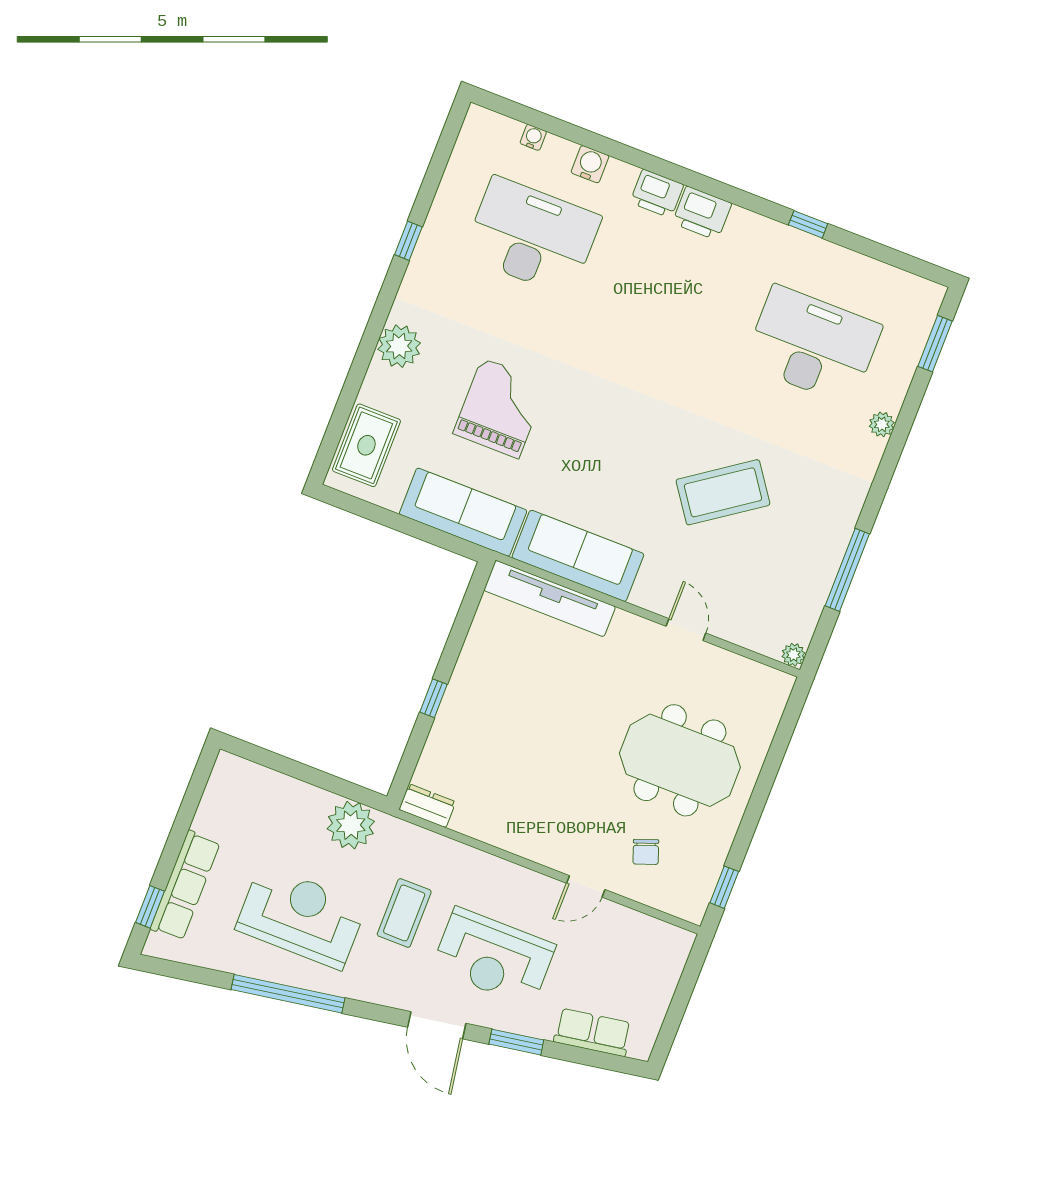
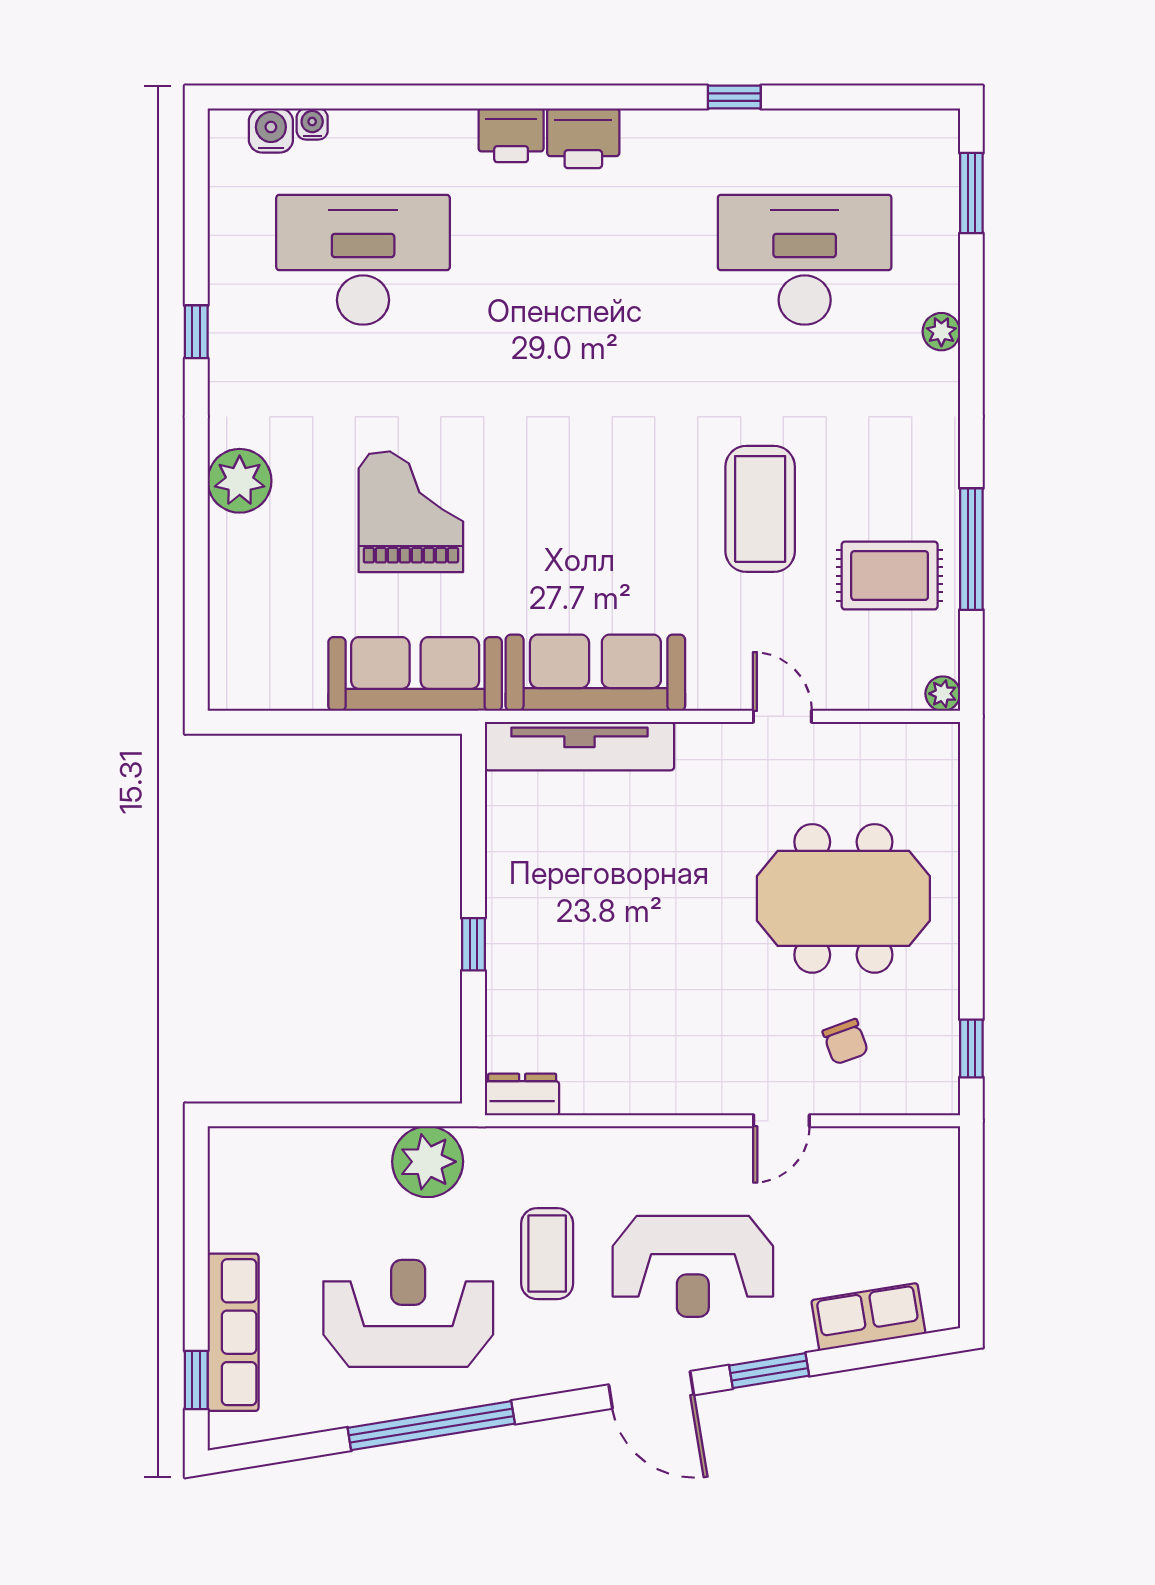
water cooler: (590, 164) -> (271, 131), moved
rug: (366, 445) -> (890, 576), moved, turned 90
coffee table: (723, 492) -> (760, 509), turned -55

